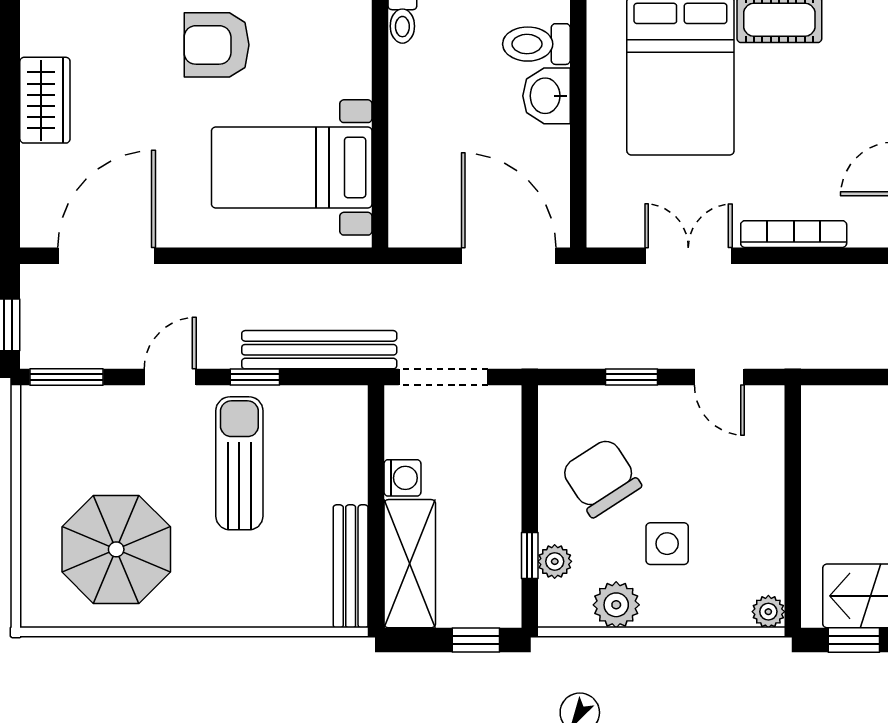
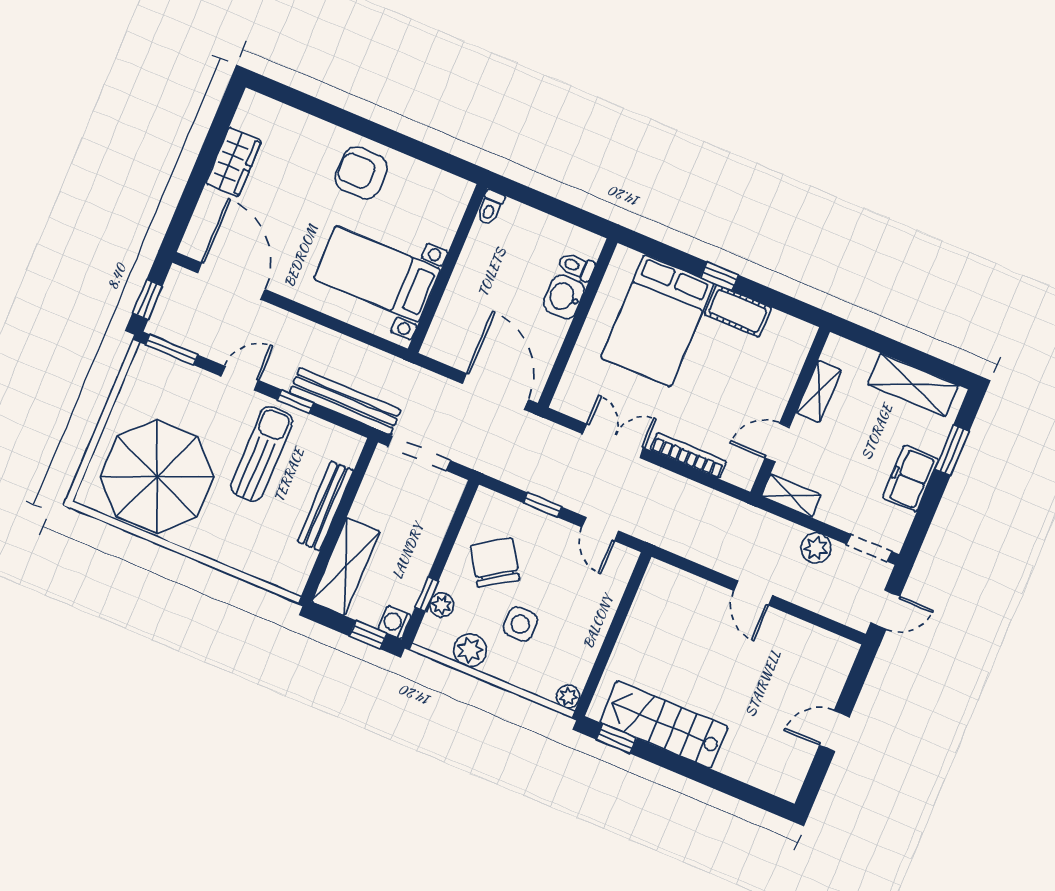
toilet: (536, 44) -> (576, 266), width x0.73, depth x0.72
door: (107, 256) -> (231, 281), hinge flipped
washing machine: (402, 478) -> (395, 622), moved, turned 180
parasol: (116, 549) -> (157, 477), width x1.36, depth x1.36
bench: (351, 566) -> (326, 506), moved

